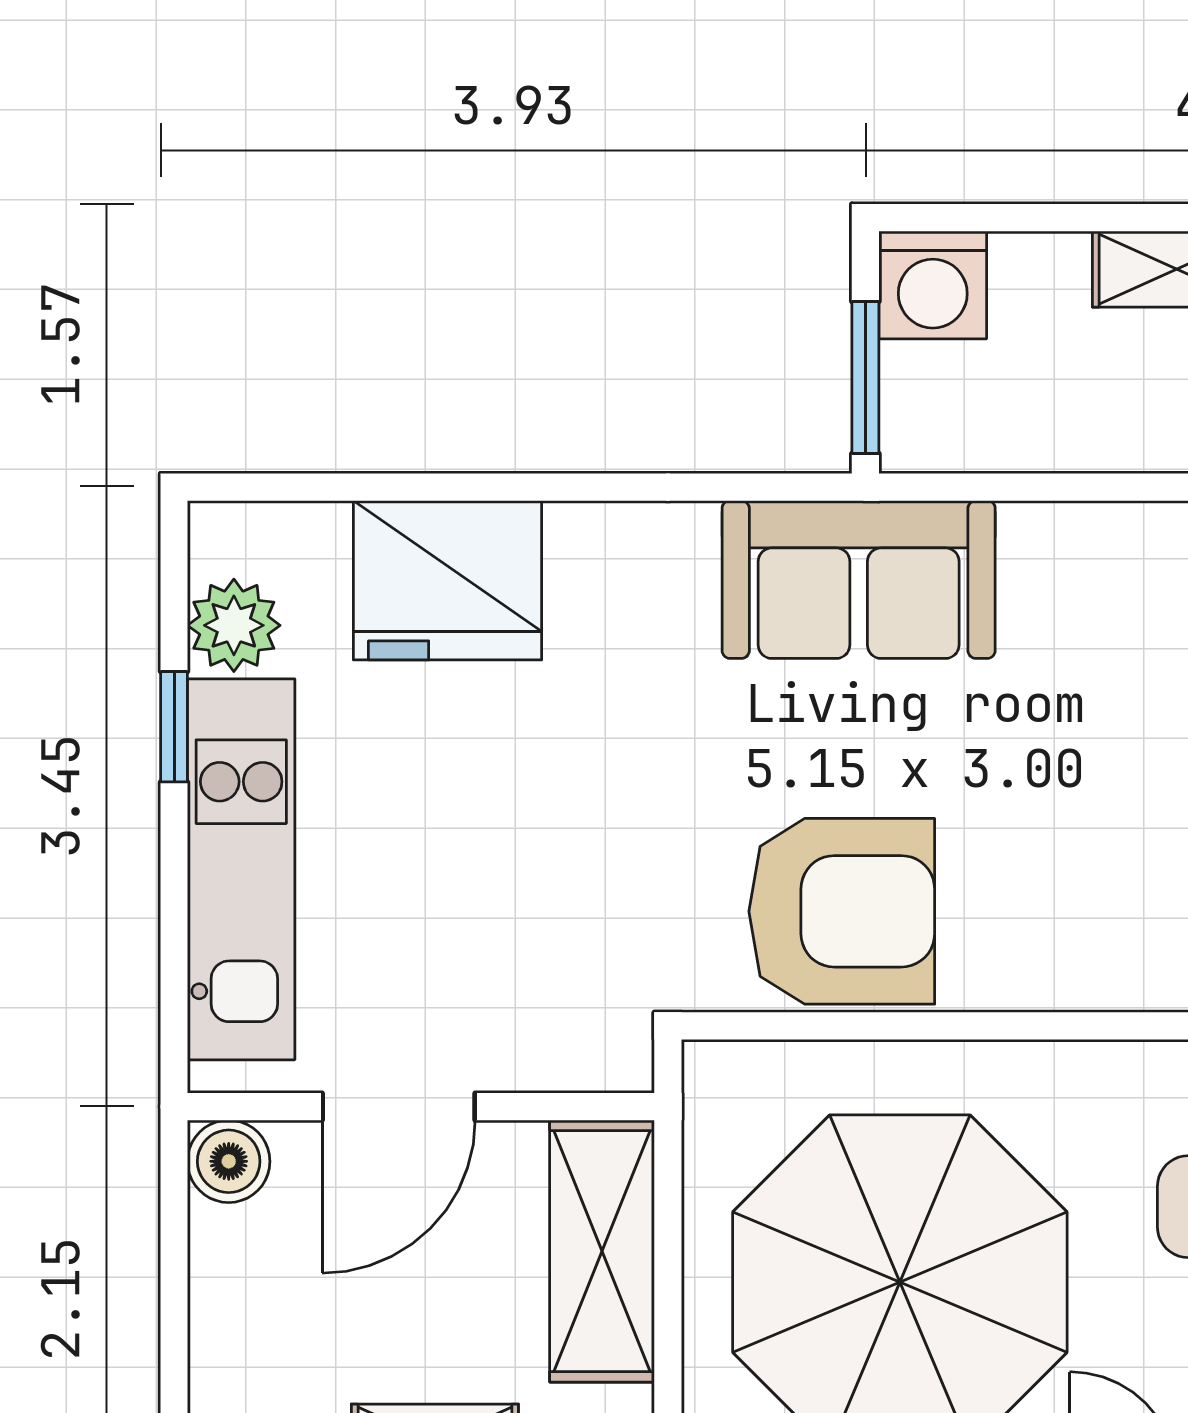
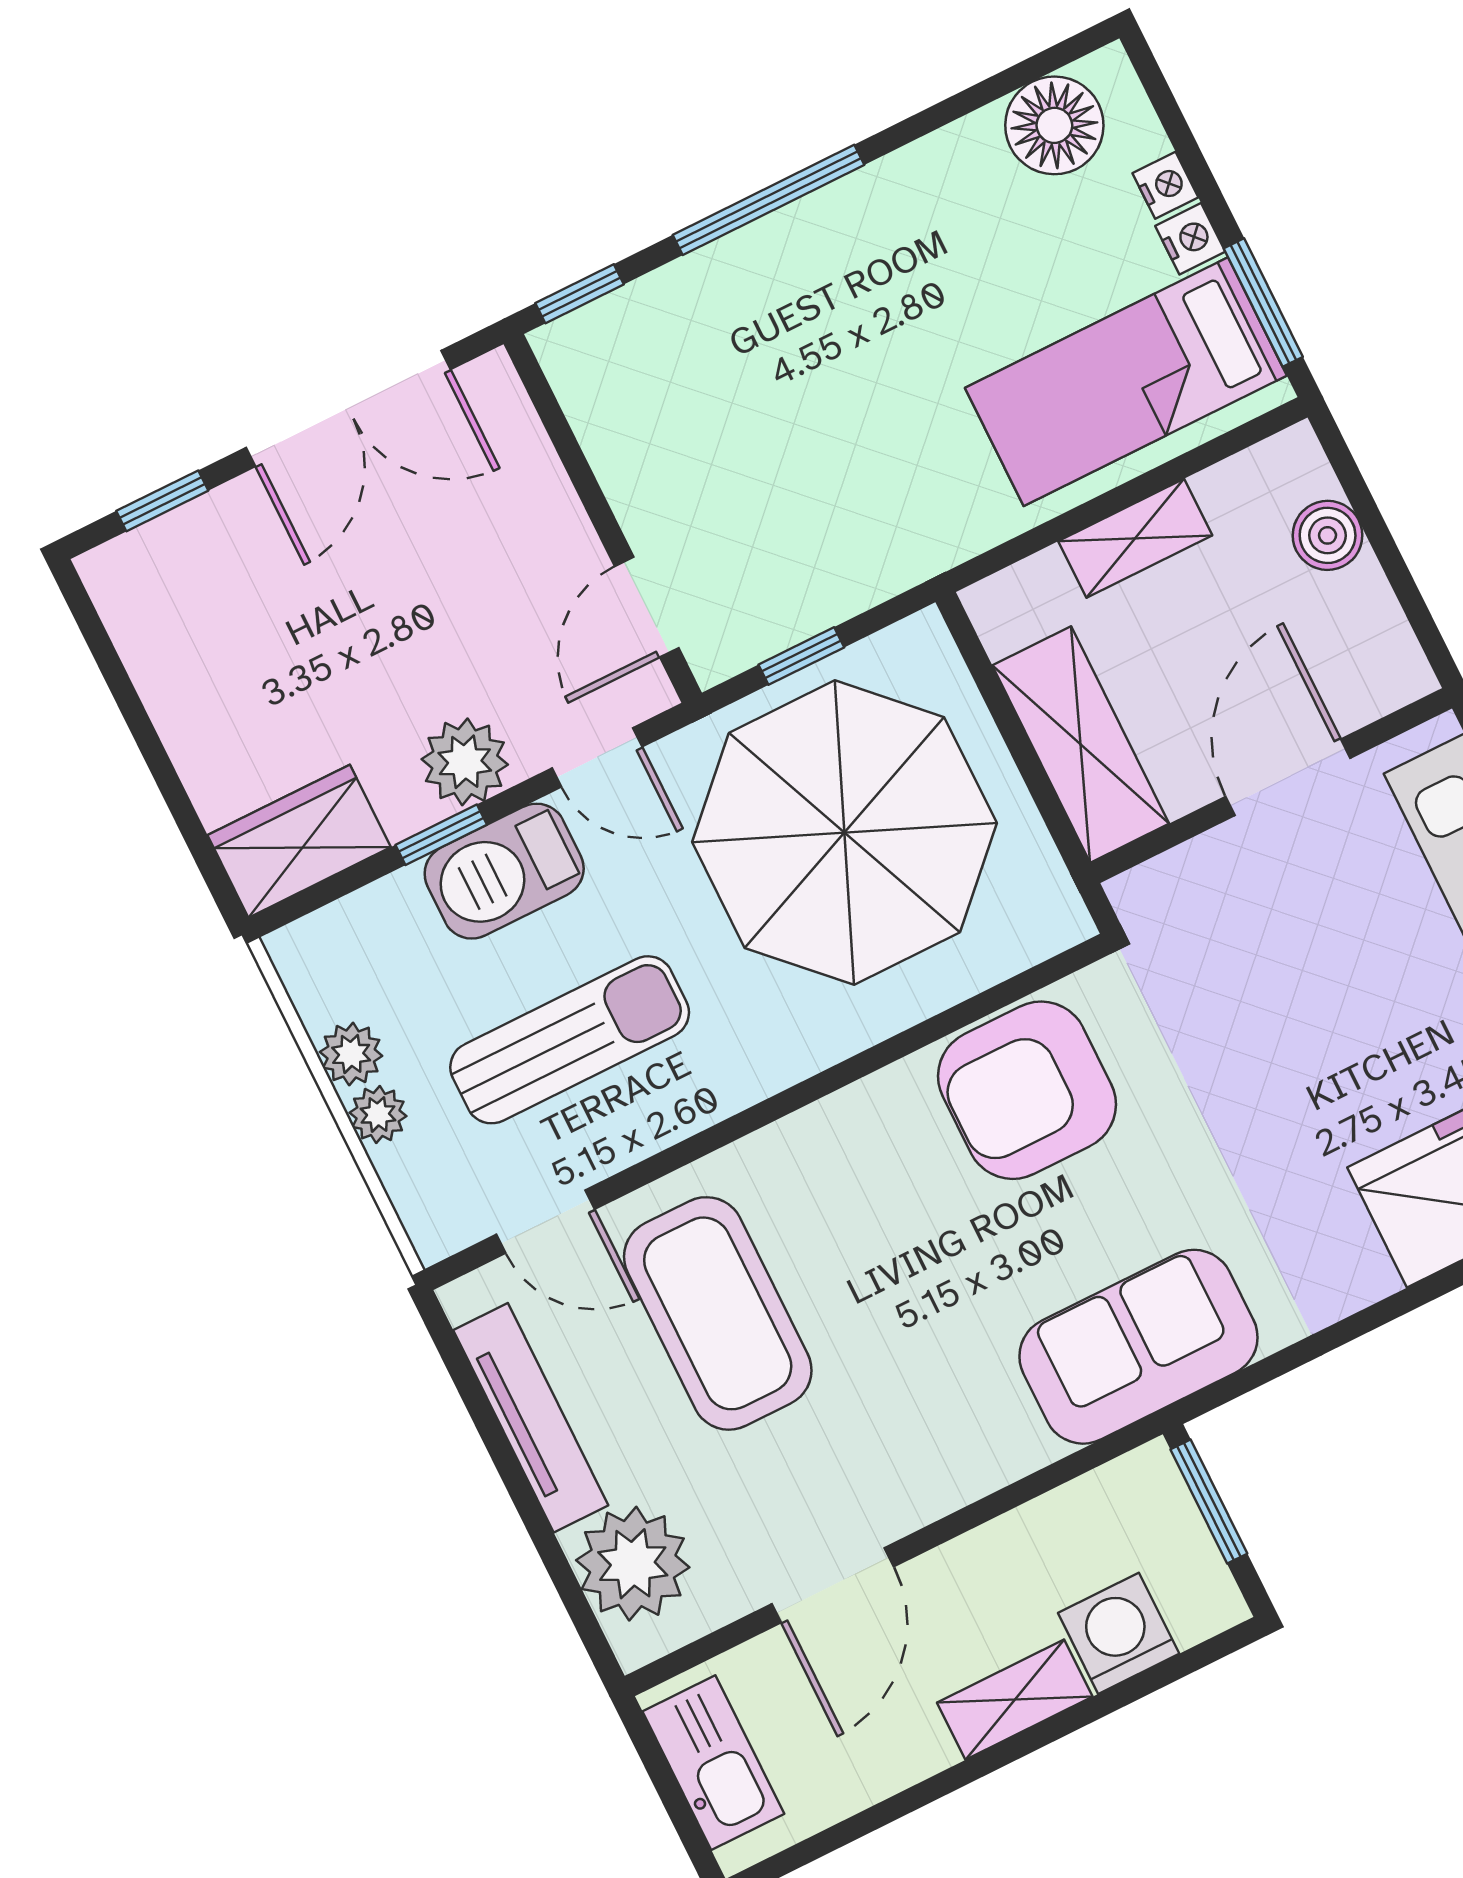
washing machine: (933, 285) -> (1119, 1633), moved
boiler: (229, 1161) -> (1328, 535), moved

